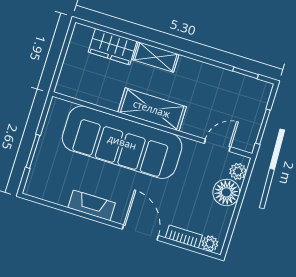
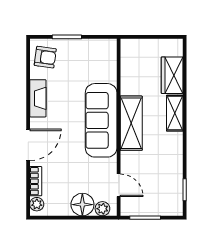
sofa: (122, 142) -> (101, 120), width x0.74, depth x0.79
armchair: (48, 183) -> (45, 57), added

